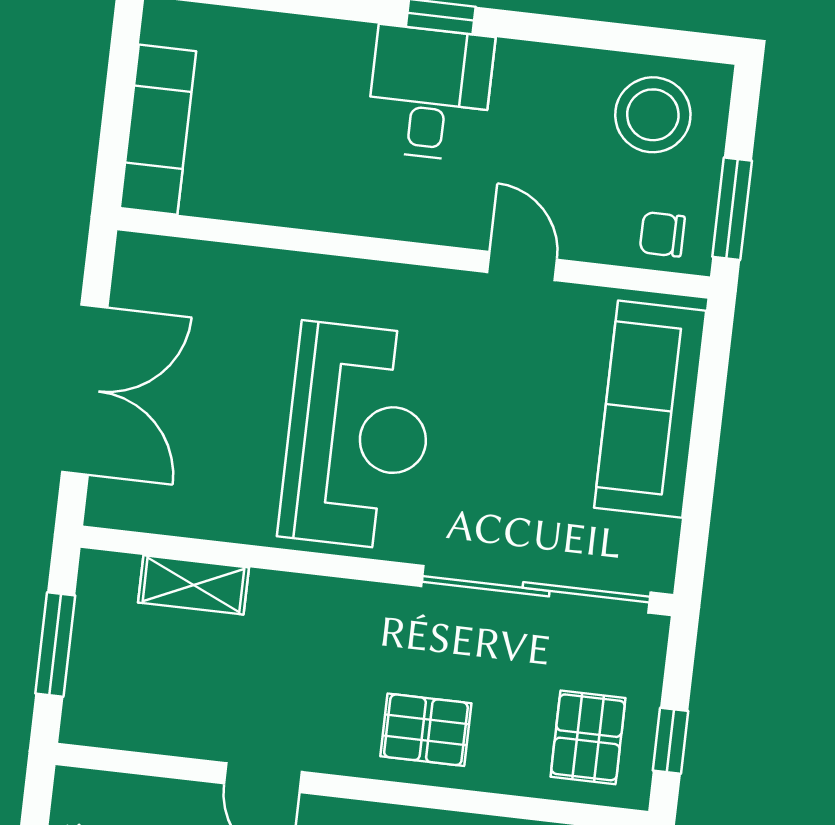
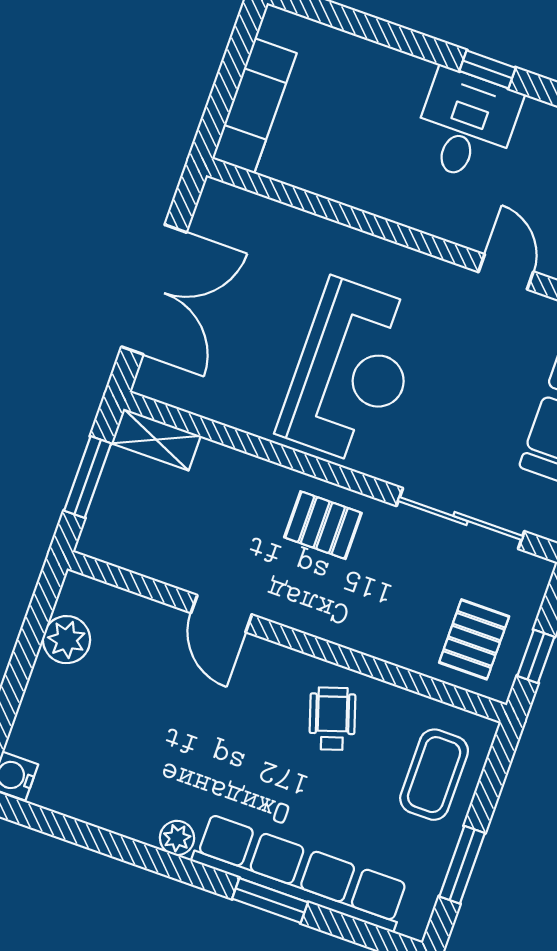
shelving: (193, 585) -> (156, 440), moved
sliding door: (536, 589) -> (460, 519), width x0.73
pallet: (426, 730) -> (323, 525), moved

